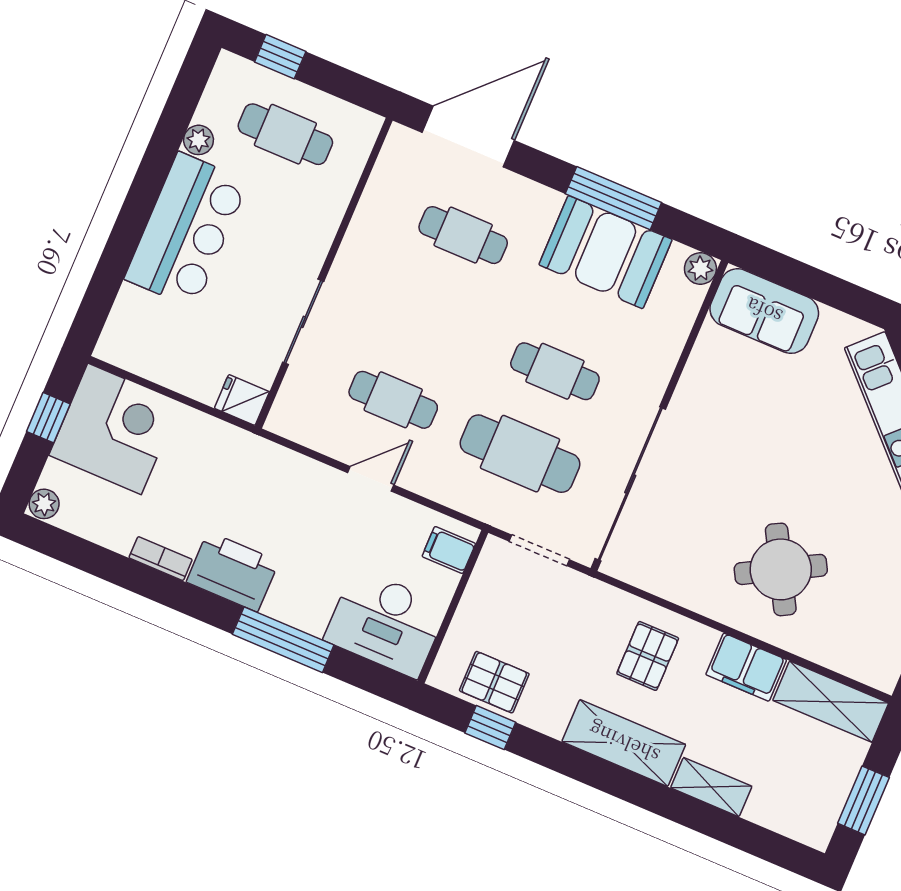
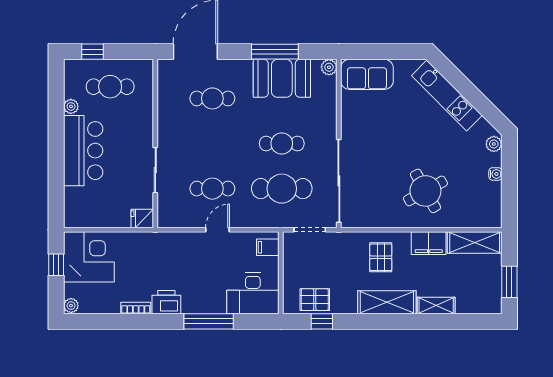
printer: (233, 572) -> (166, 302), width x0.73, depth x0.84

